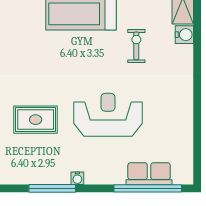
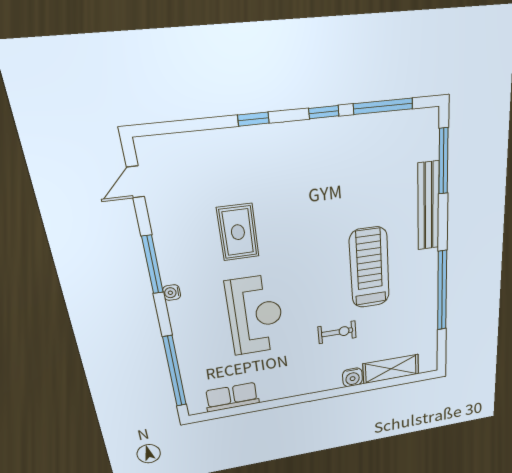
row of seats: (149, 174) -> (232, 397), moved, turned -90

